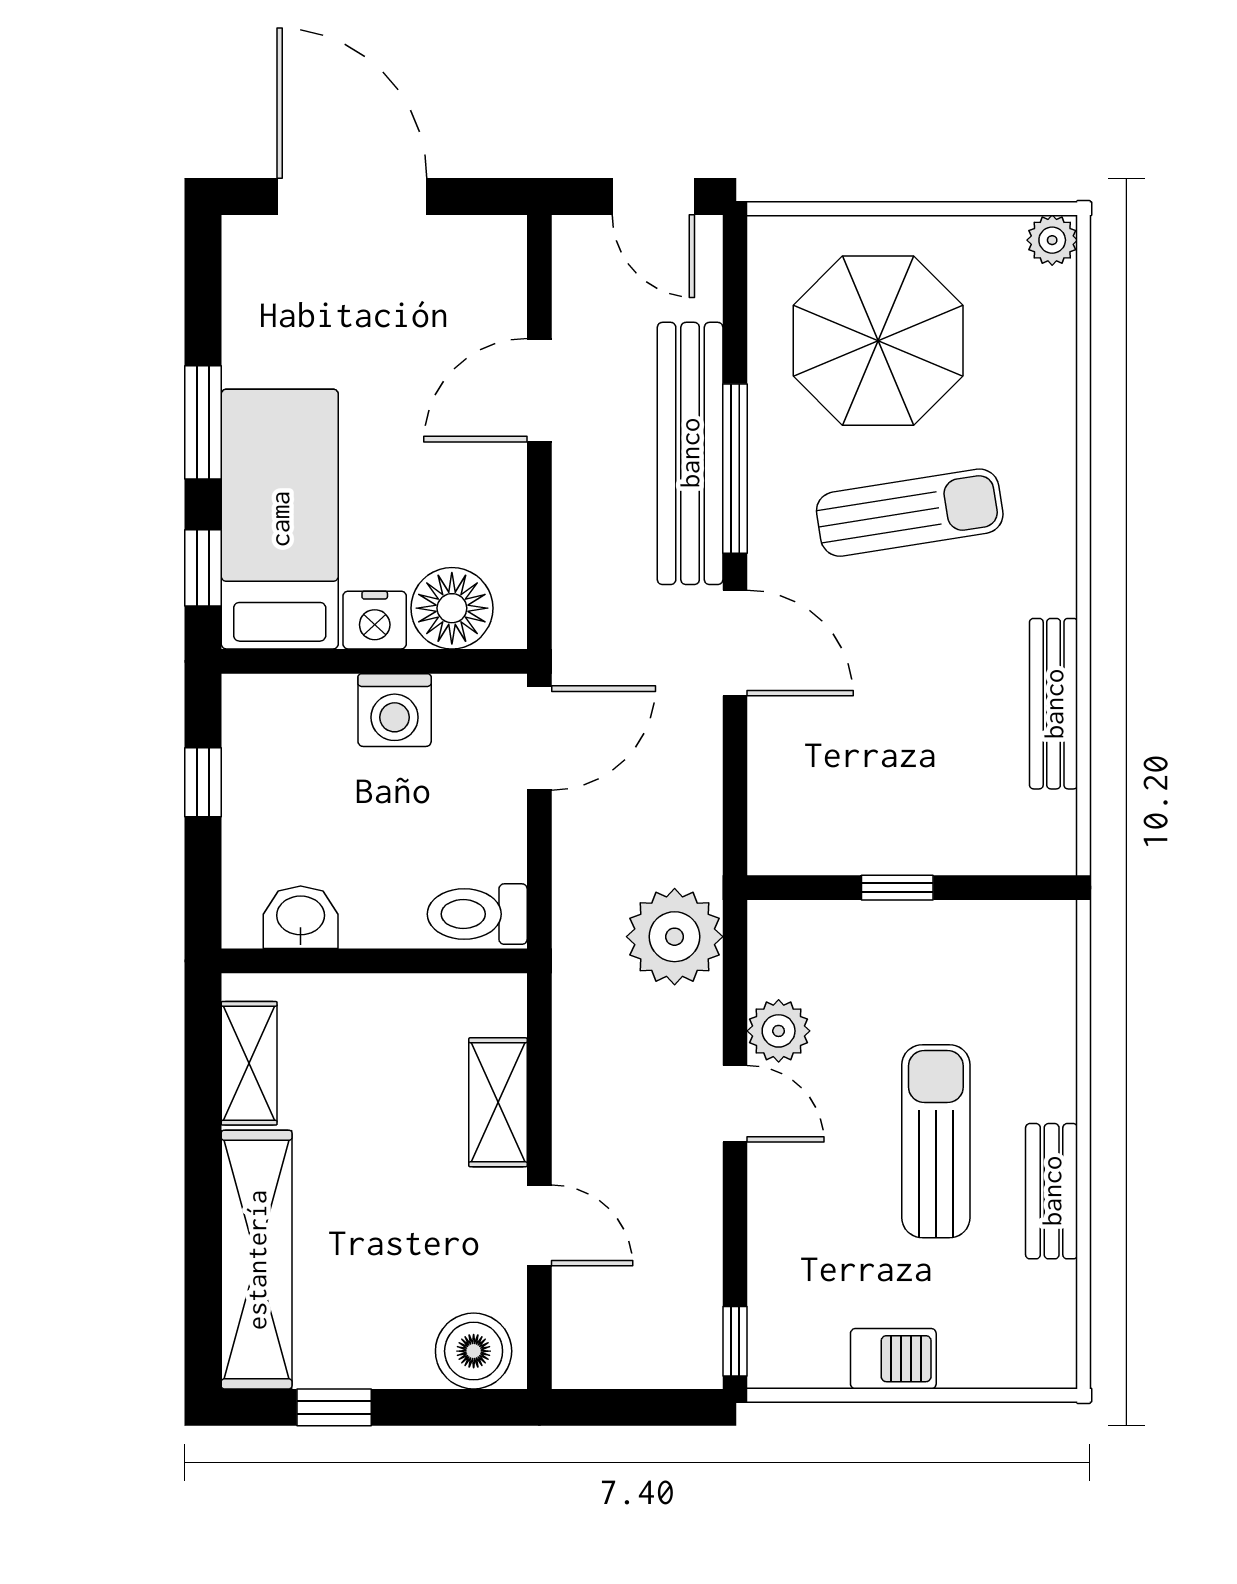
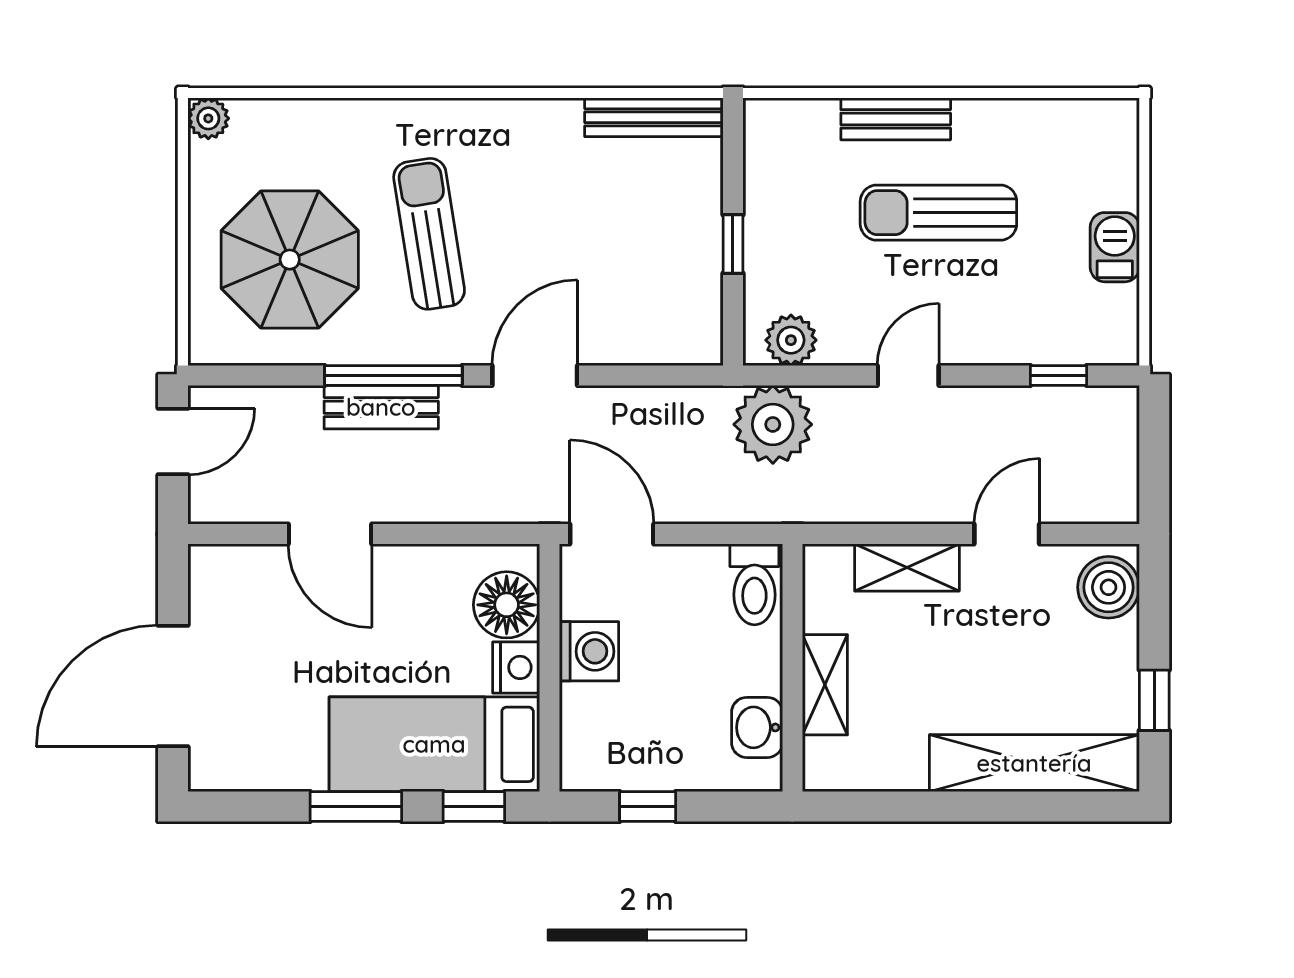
bench: (690, 453) -> (381, 407), width x0.54, depth x0.82
bench: (1054, 704) -> (654, 117), moved
plant: (779, 1031) -> (791, 340), moved
shelving: (249, 1063) -> (825, 685), moved, turned 90
bench: (1052, 1191) -> (896, 119), moved
window: (735, 1341) -> (1058, 375), moved

